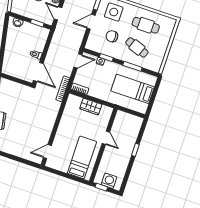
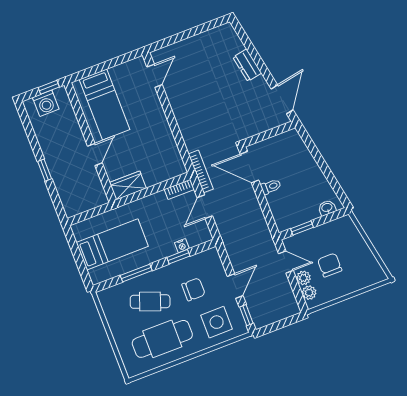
cafe table: (146, 25) -> (162, 339), width x1.37, depth x1.35
door: (78, 61) -> (205, 207), moved
wardrobe: (91, 107) -> (128, 185), moved
door: (106, 138) -> (95, 154), swing flipped

